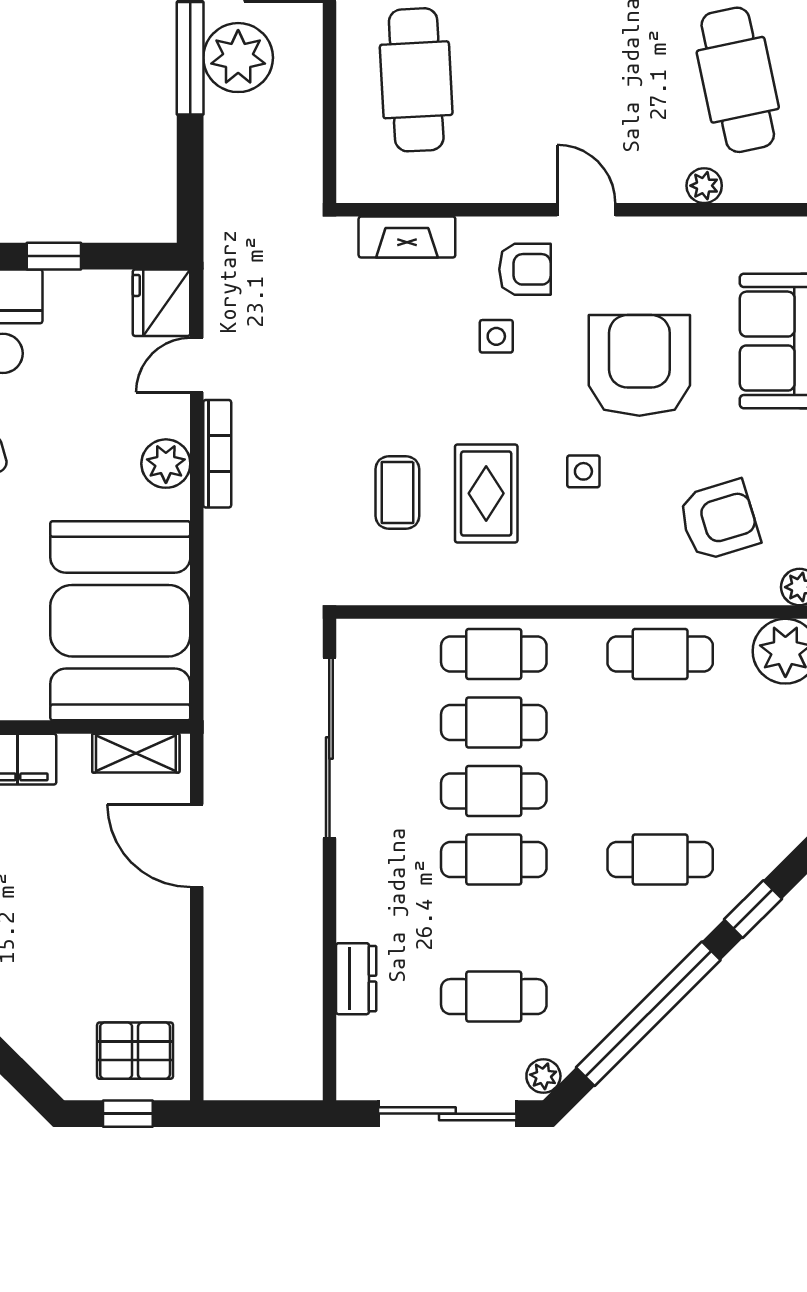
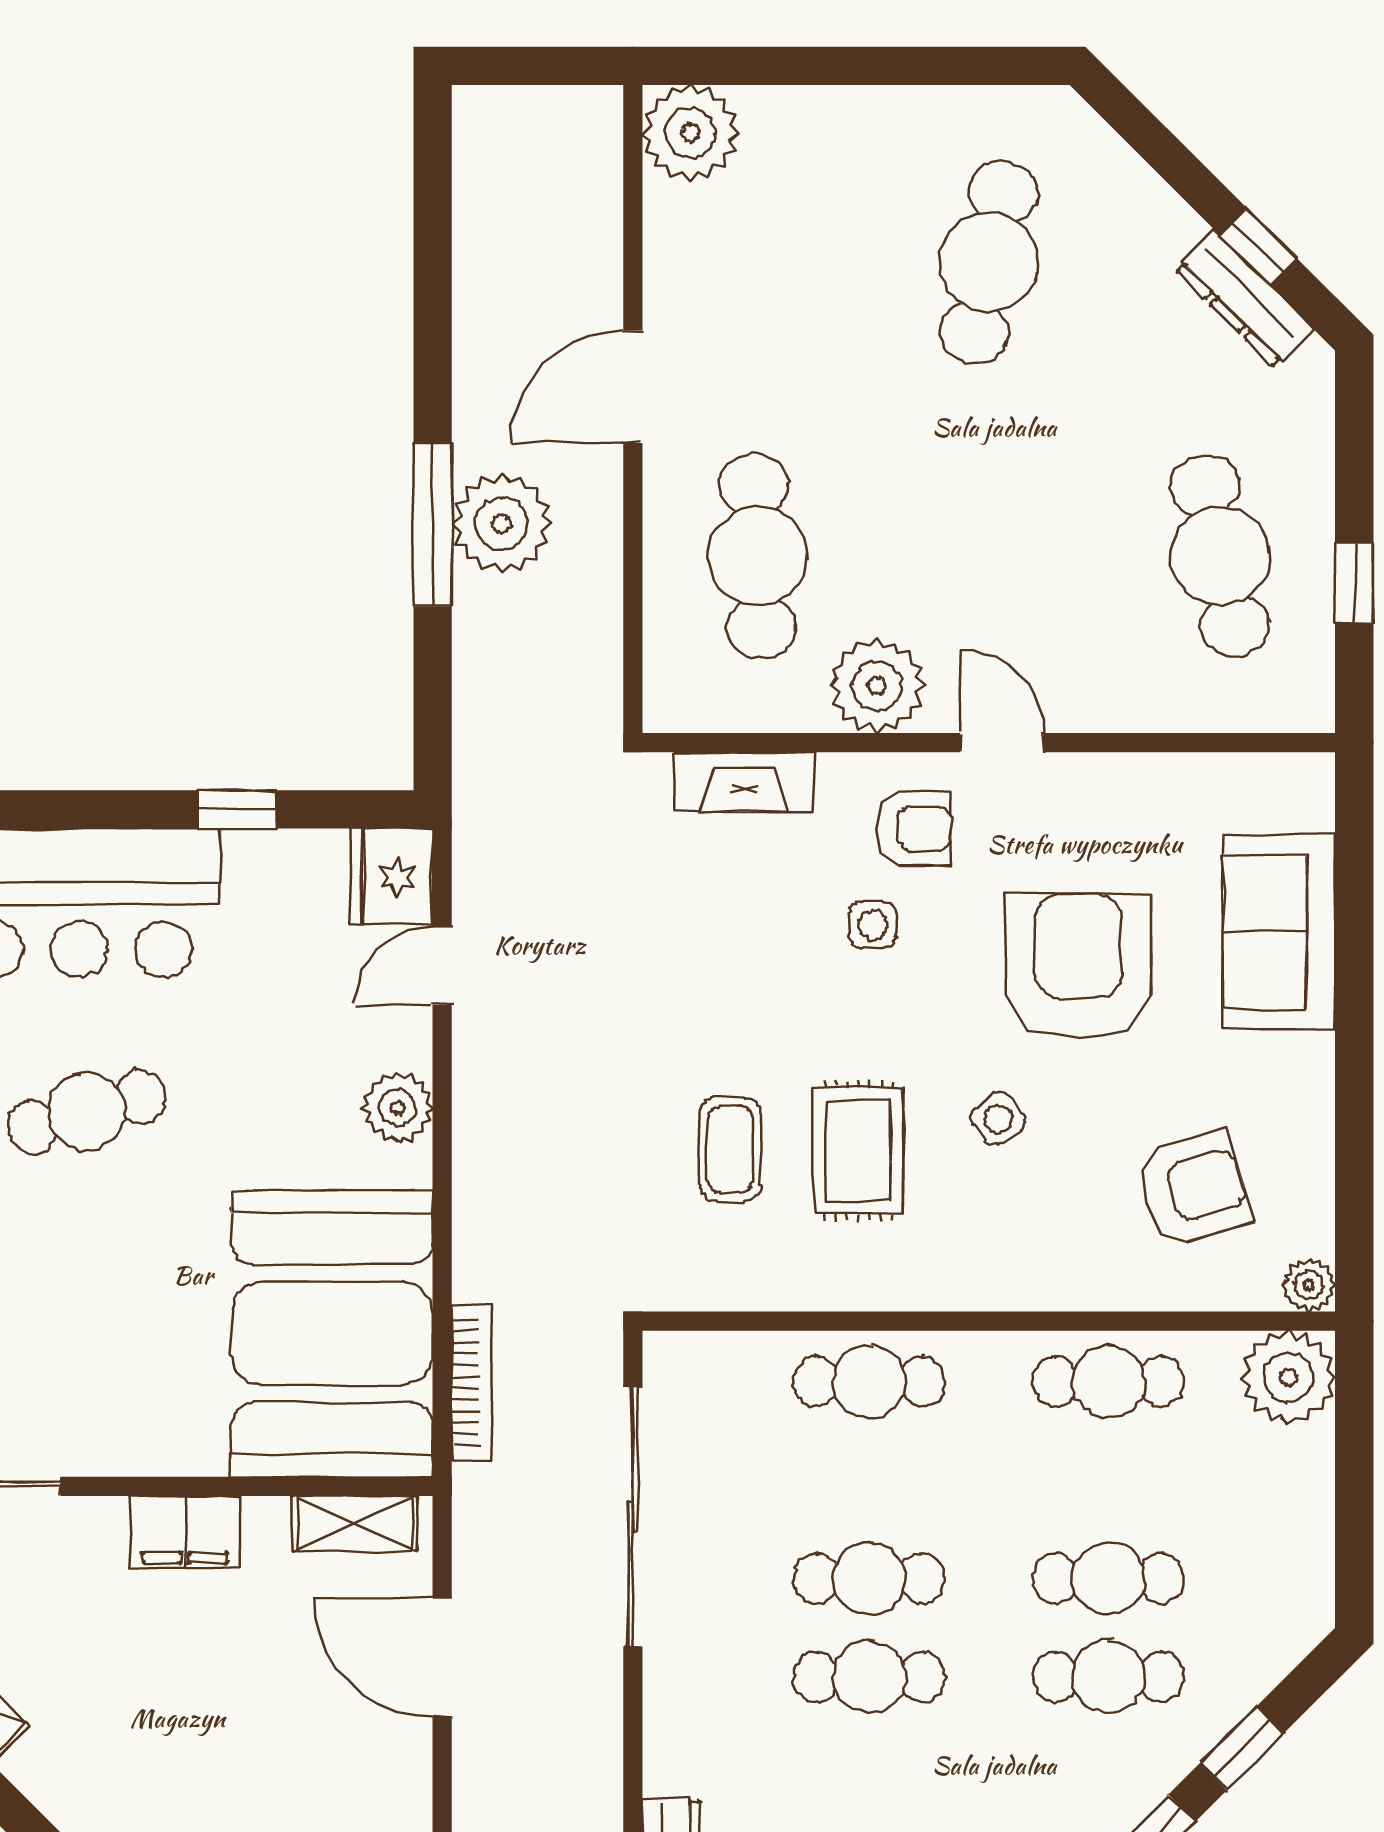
plant: (704, 186) -> (877, 686), moved, width x1.88, depth x1.88
bookcase: (217, 454) -> (472, 1382), moved
side table: (583, 471) -> (998, 1119), turned -37
cafe table: (494, 723) -> (1108, 1578), moved

